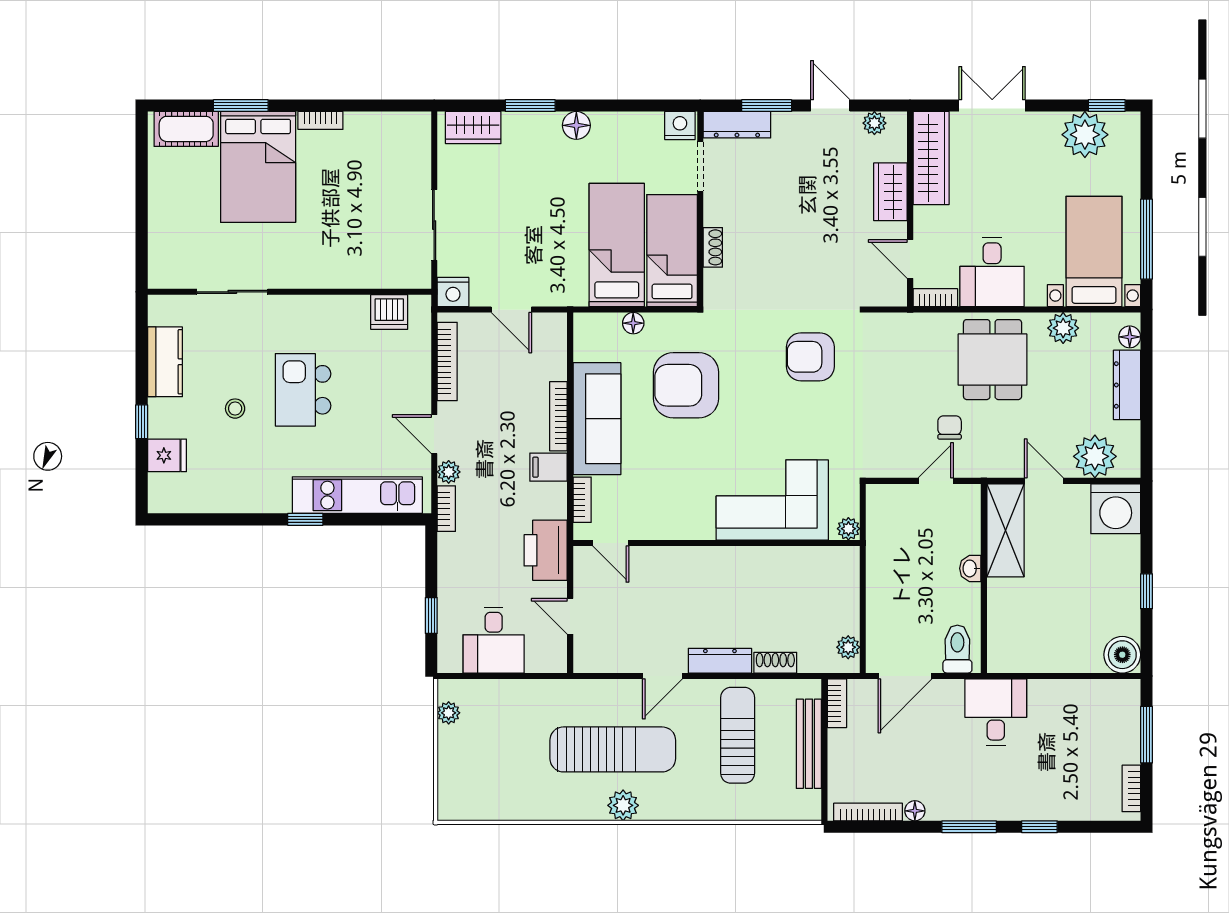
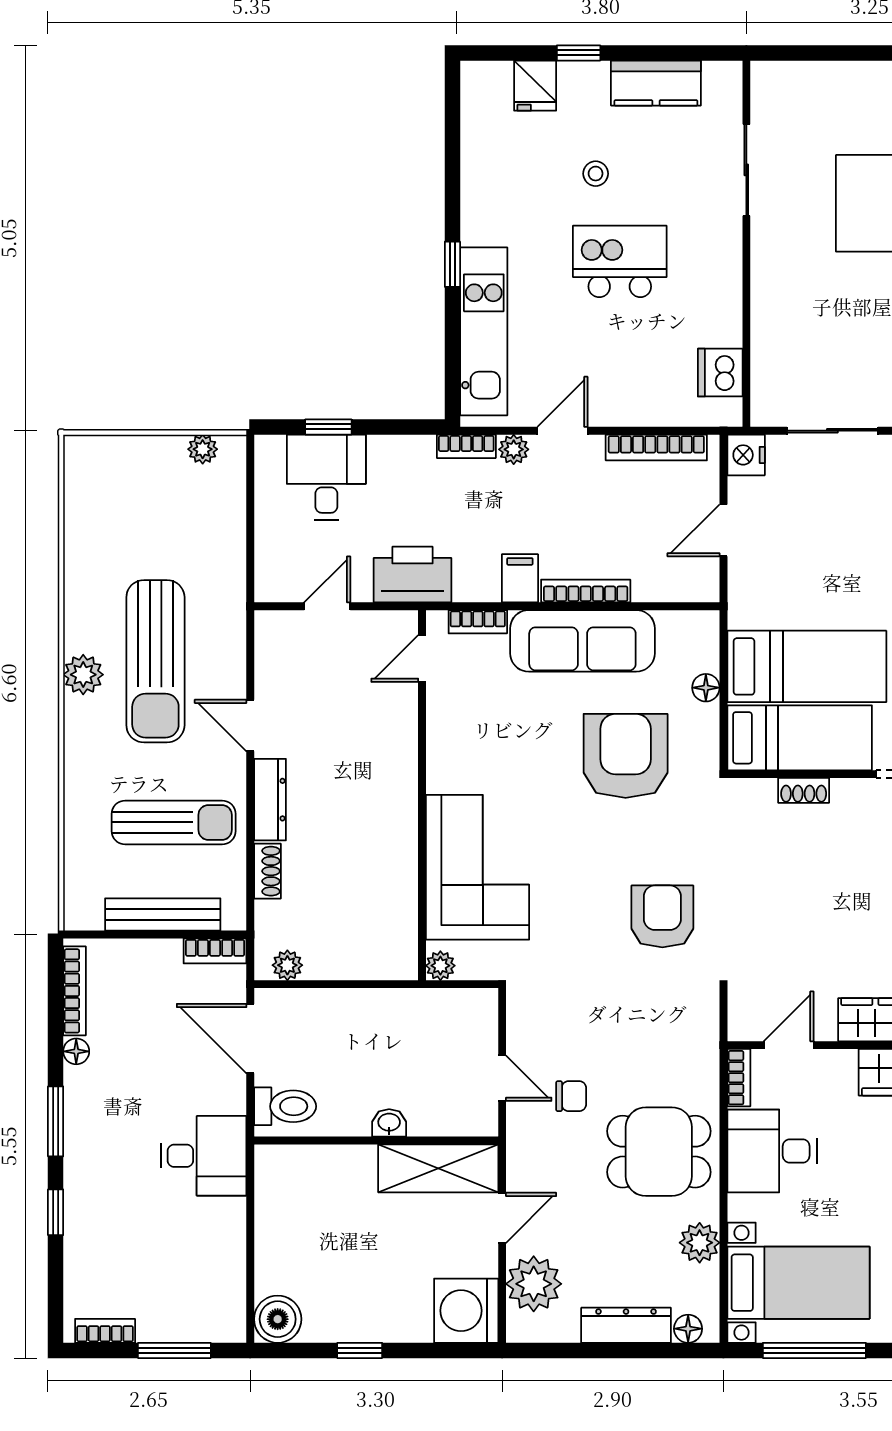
desk: (494, 640) -> (326, 477), moved, turned 90

